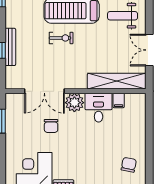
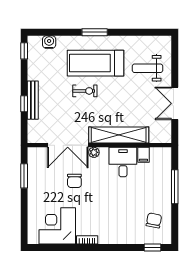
shelving: (117, 81) -> (119, 135), moved
plant: (74, 103) -> (94, 152), width x0.53, depth x0.53
window: (149, 132) -> (175, 187), added

